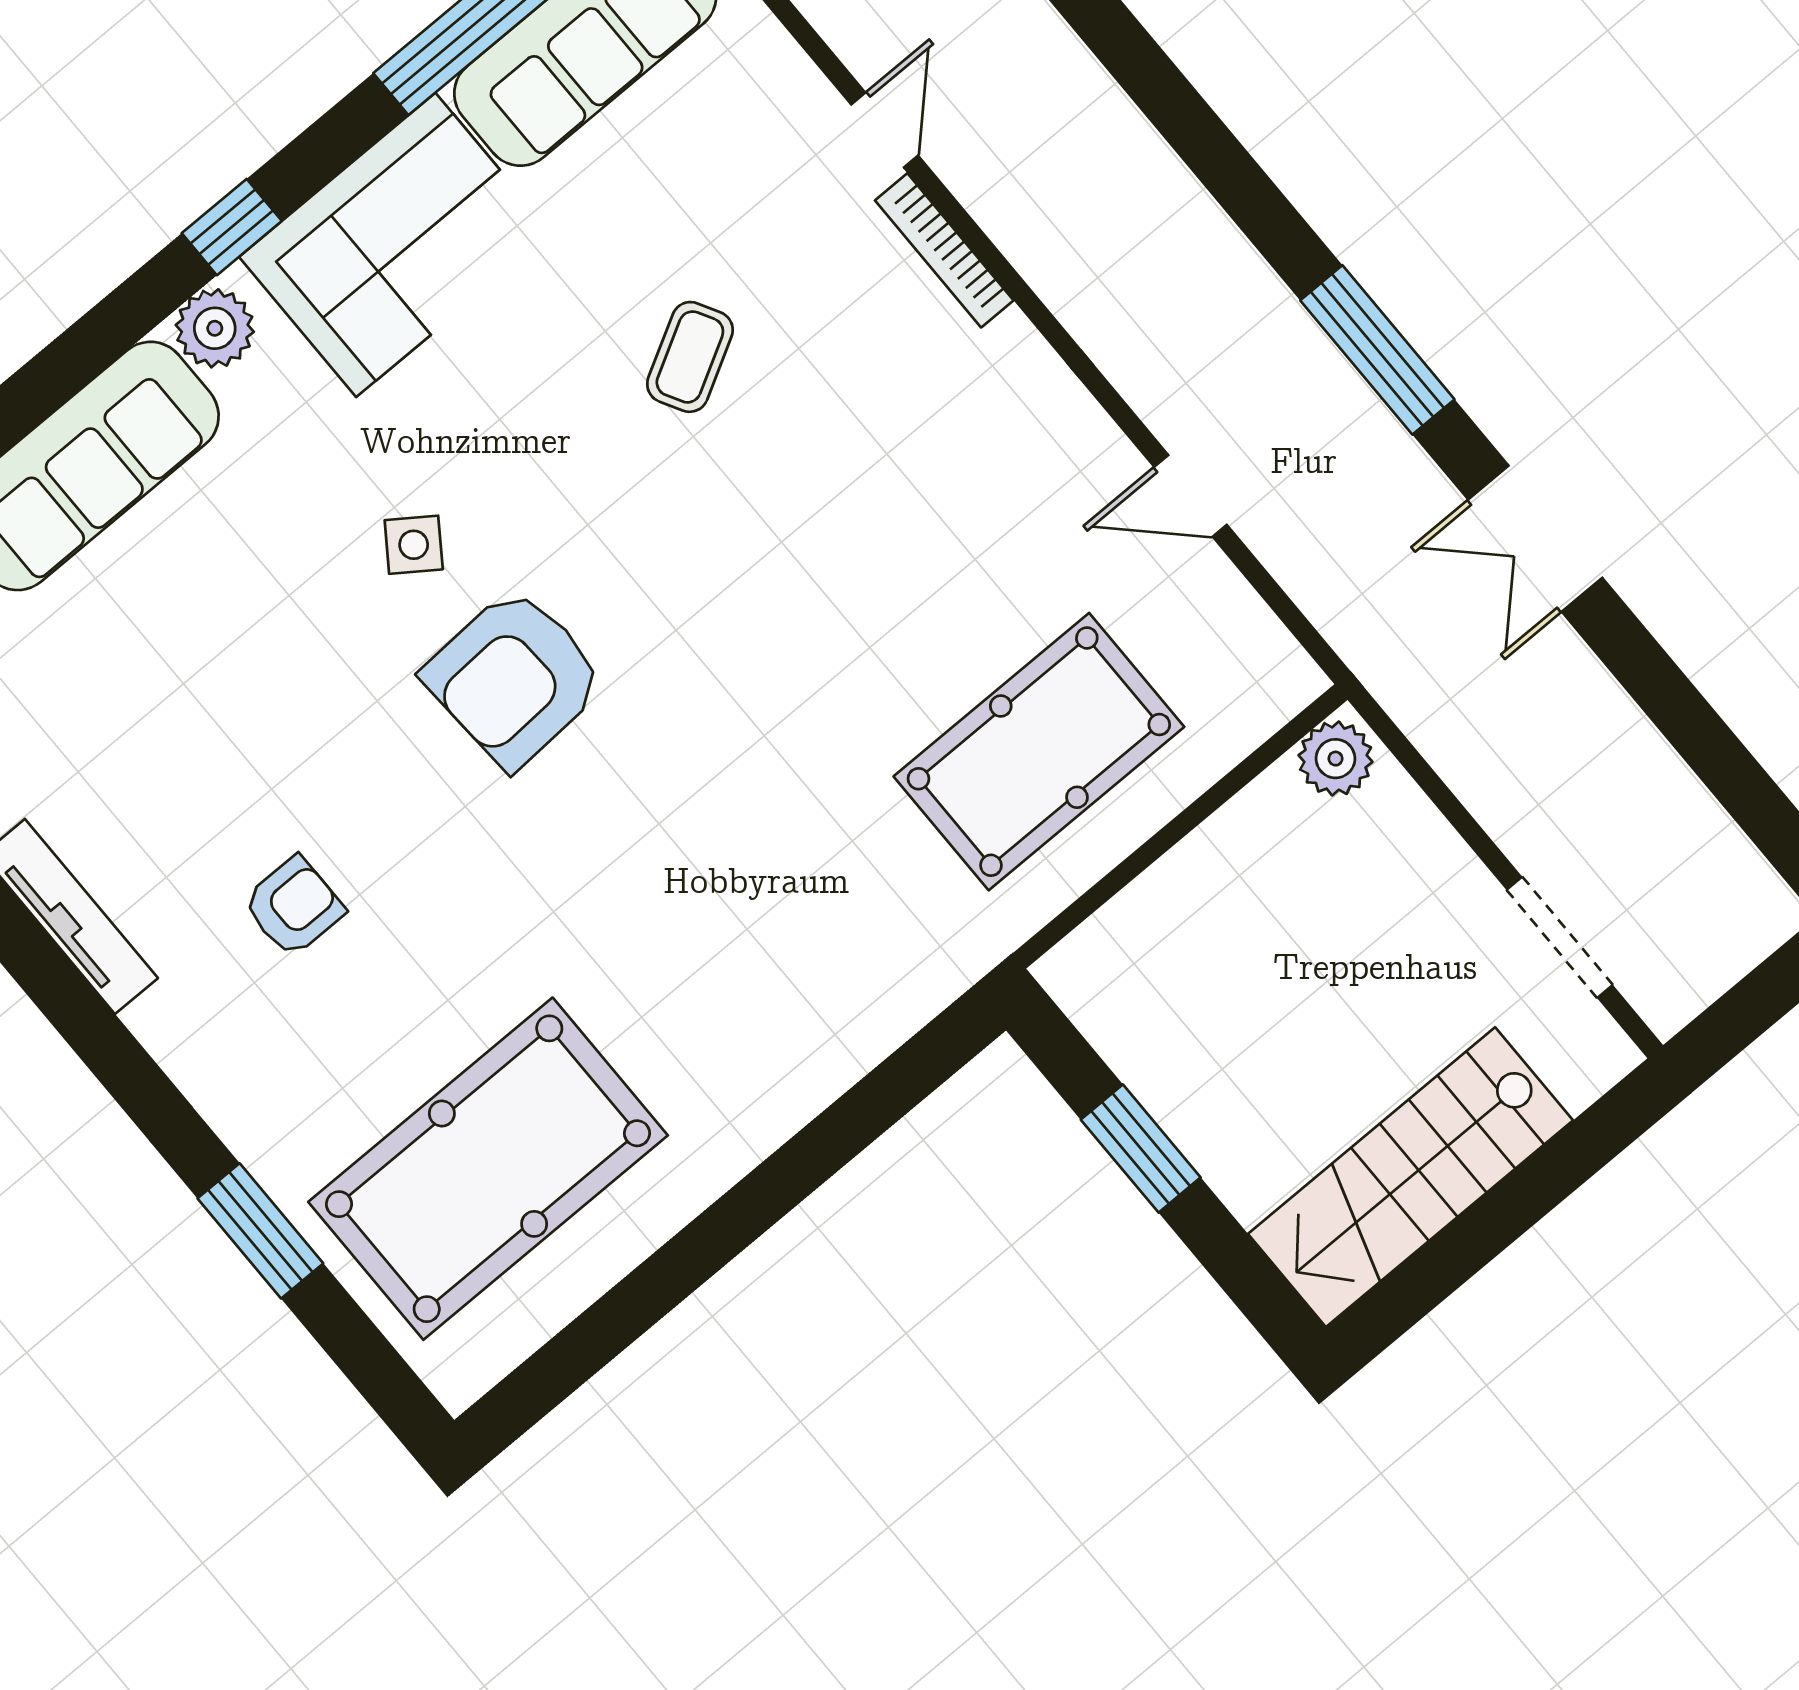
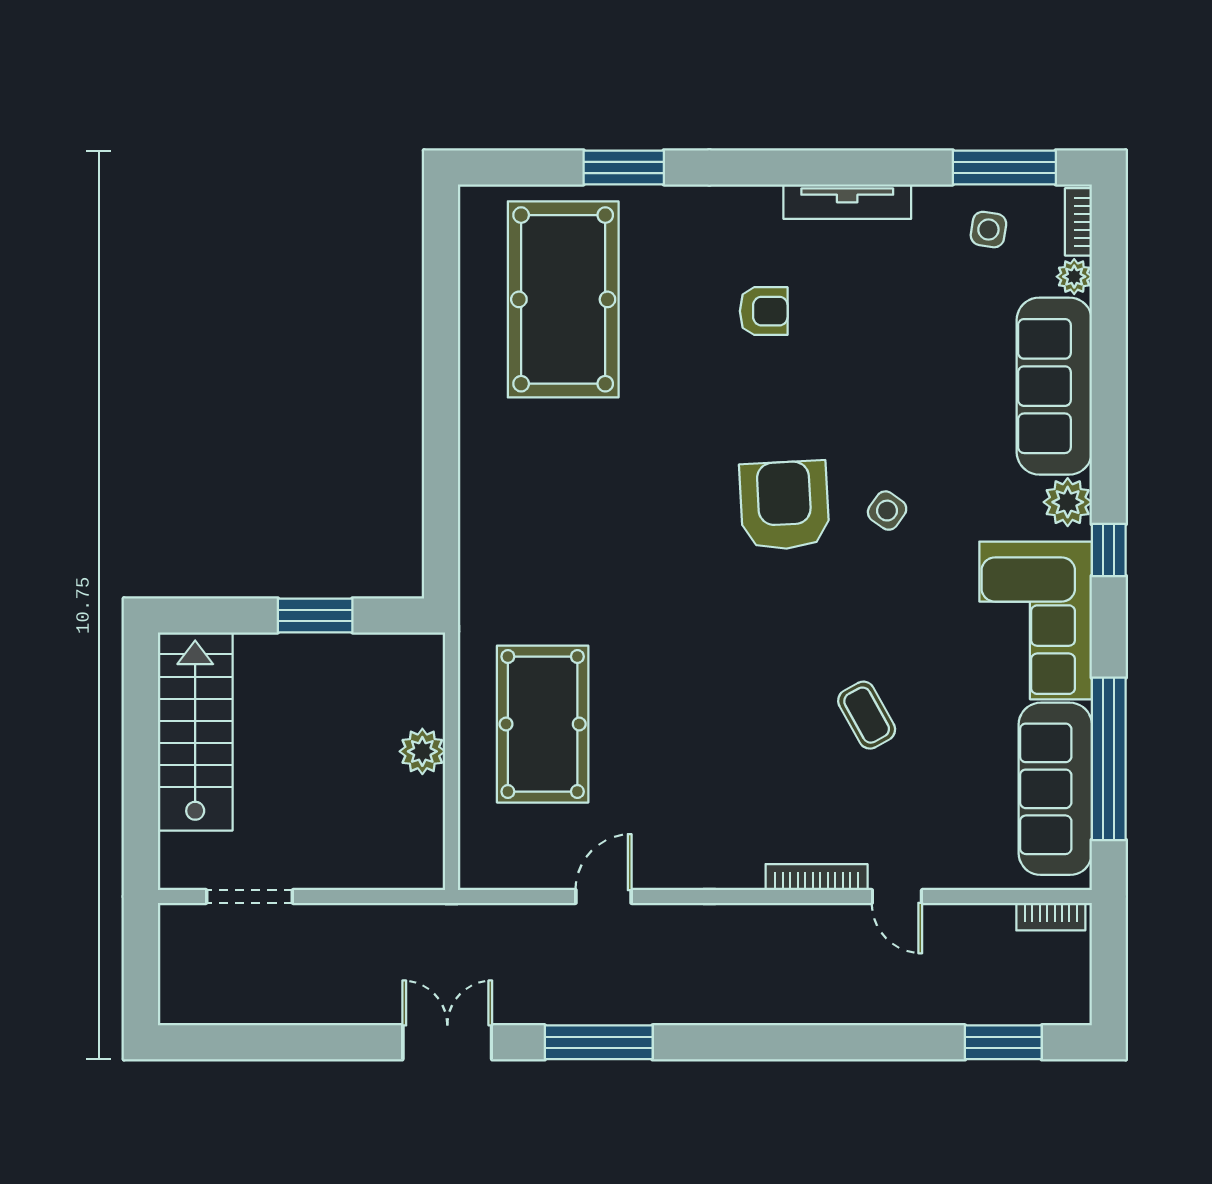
plant: (1336, 759) -> (422, 751), moved
armchair: (294, 907) -> (764, 311), turned -90

